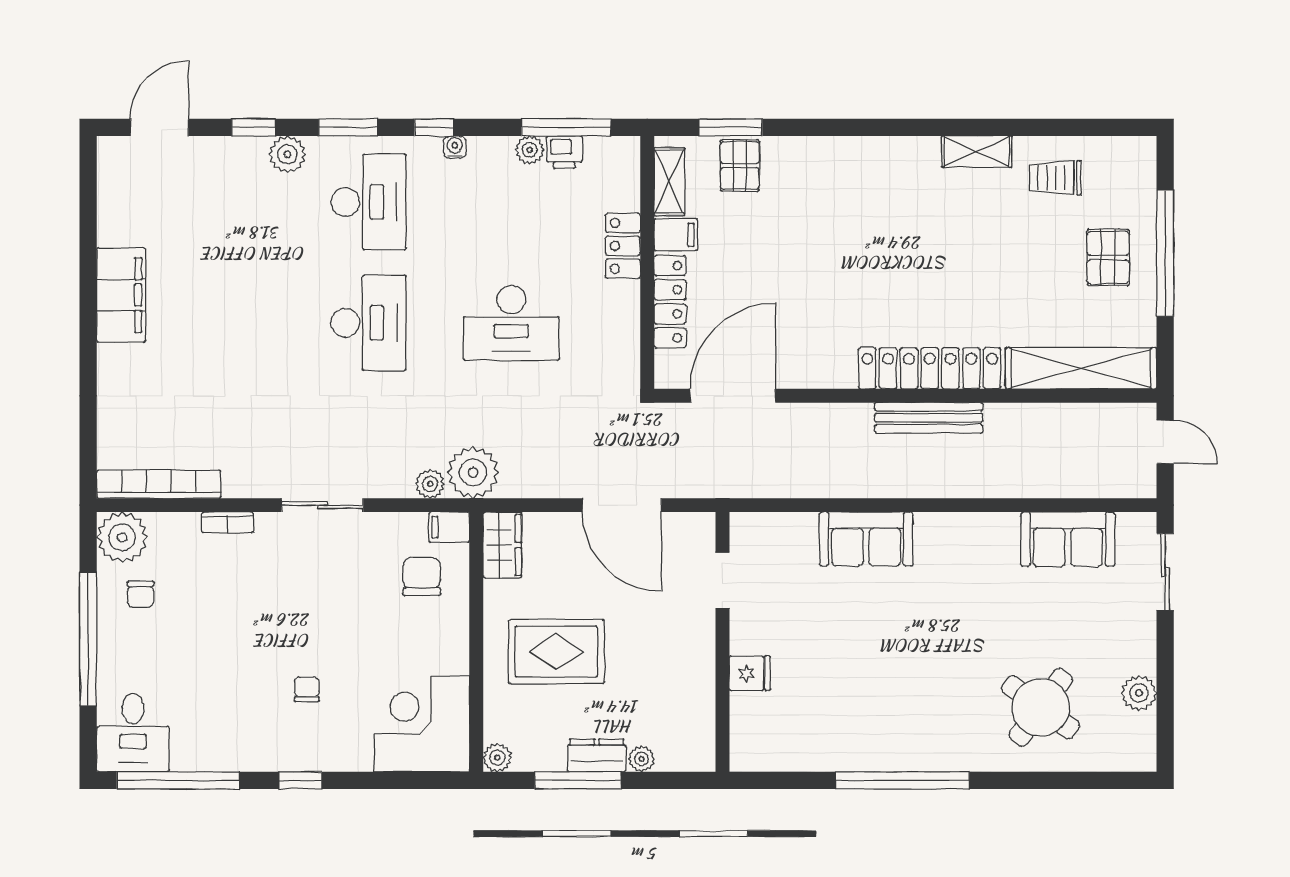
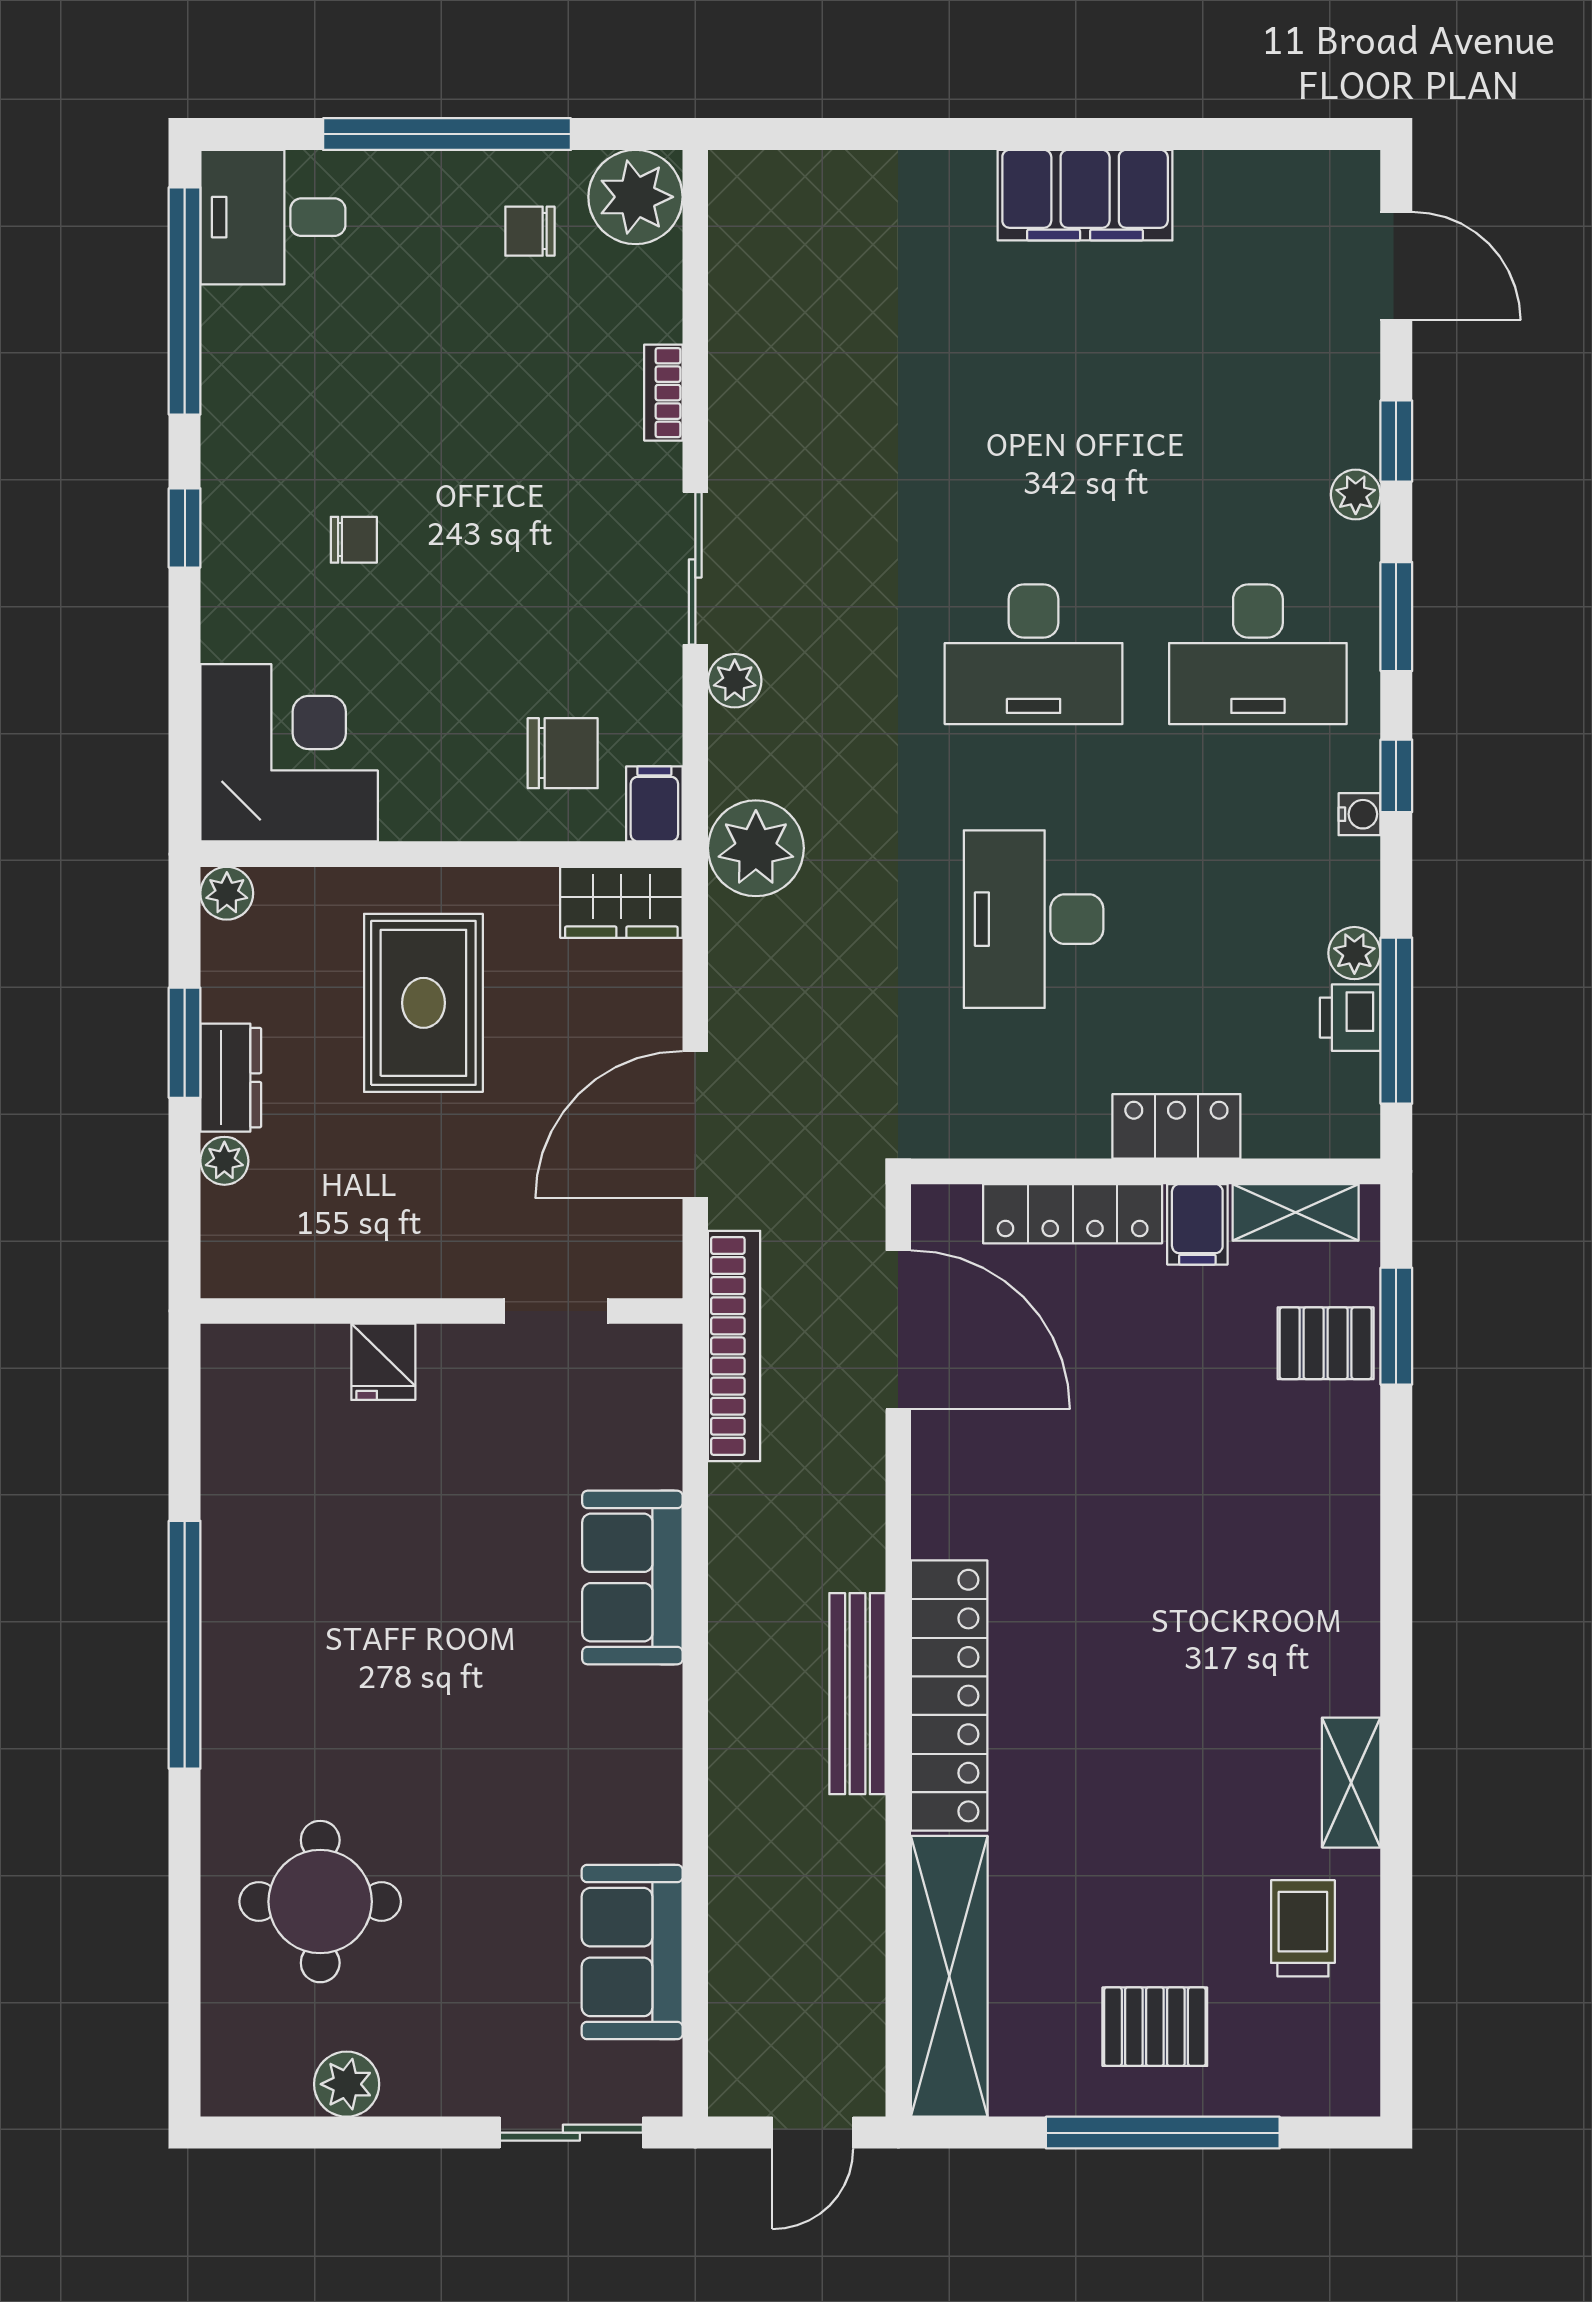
plant: (287, 154) -> (1356, 495), width x0.73, depth x0.73
bookcase: (159, 484) -> (734, 1346), moved
plant: (430, 484) -> (735, 681), moved
round table: (1041, 707) -> (320, 1902), turned -36
window: (578, 780) -> (185, 1043), width x0.69

